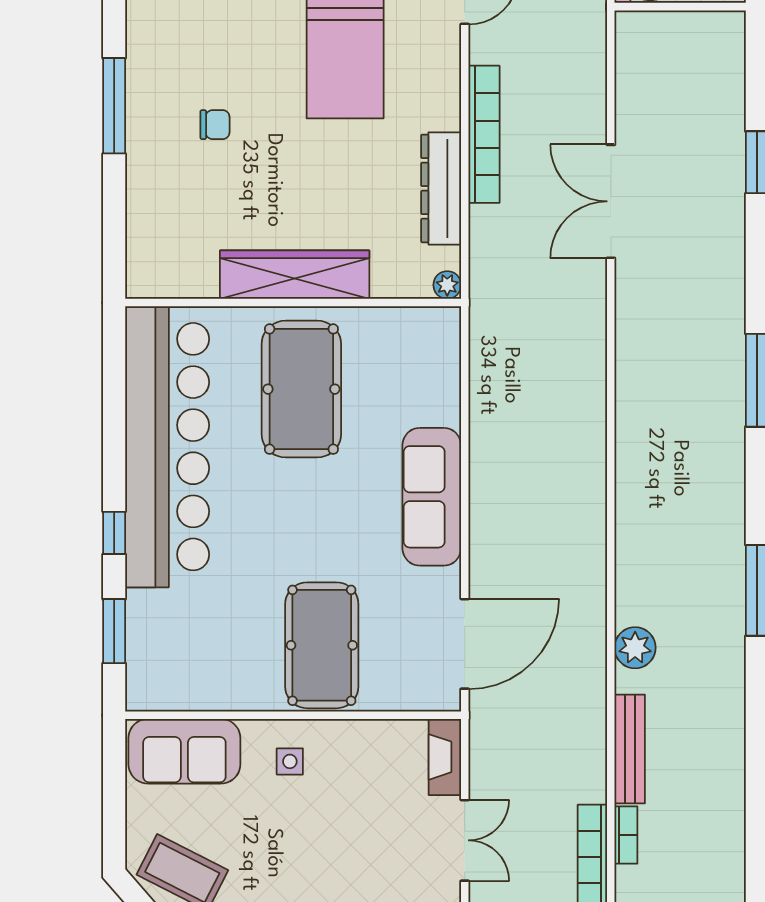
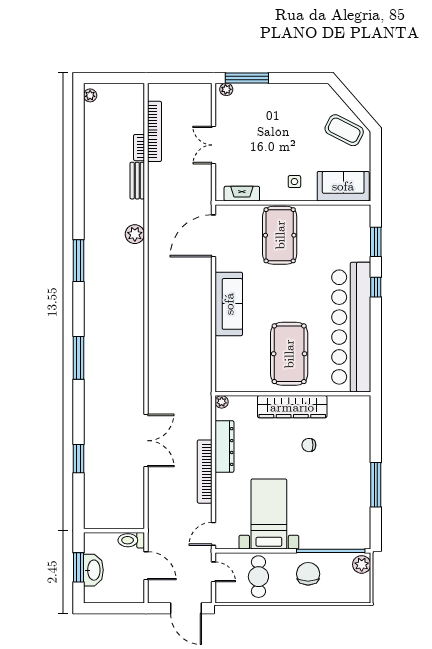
chair: (215, 125) -> (309, 445), moved
bench: (630, 749) -> (137, 181), width x0.73
fireplace: (445, 757) -> (242, 194), moved, turned -90

